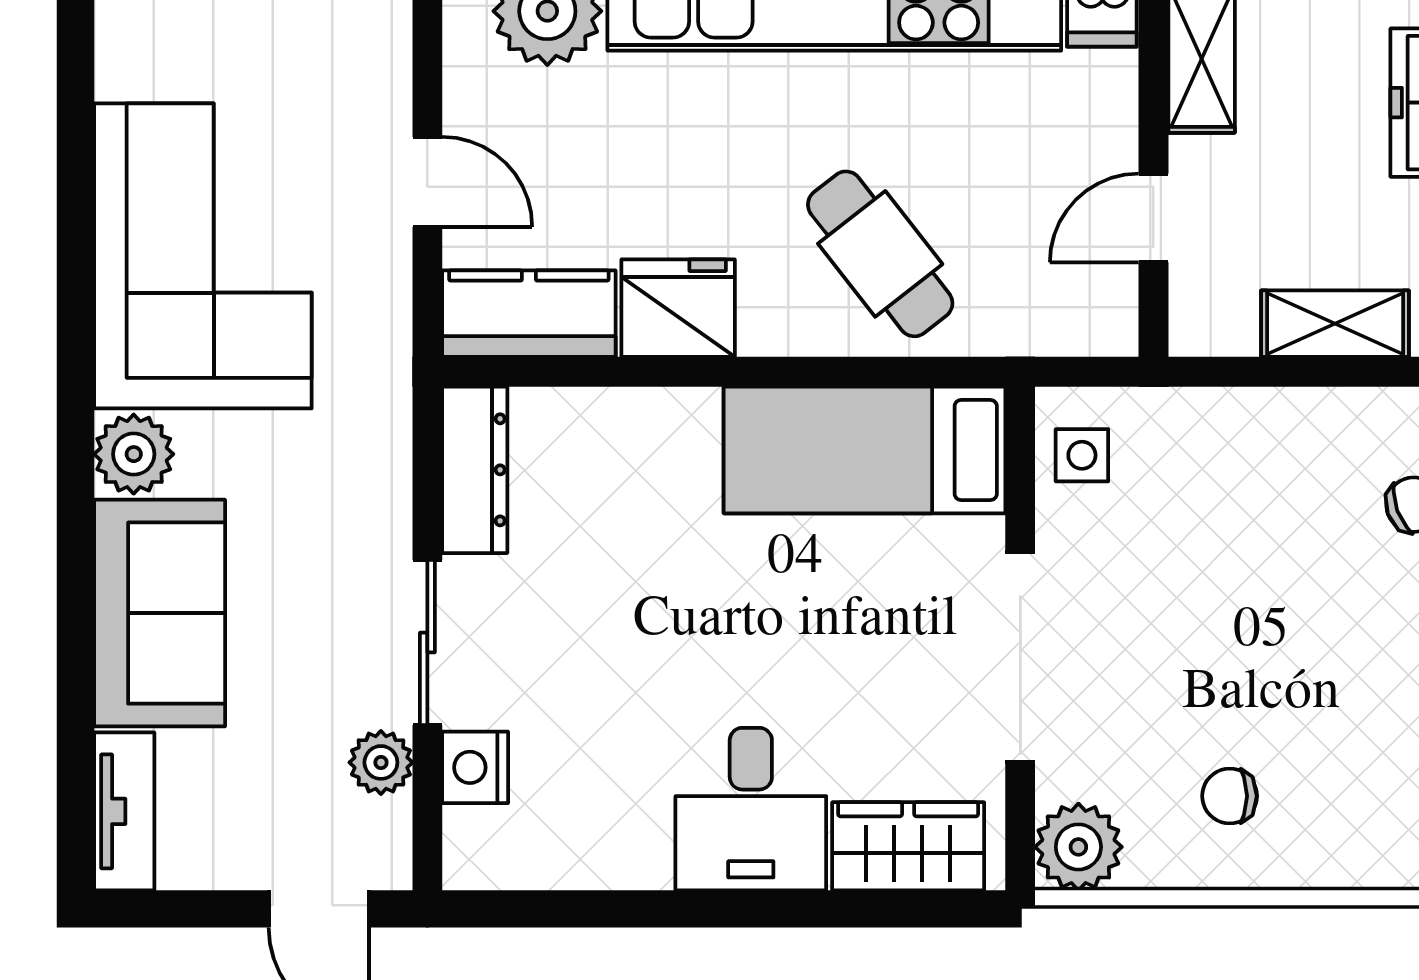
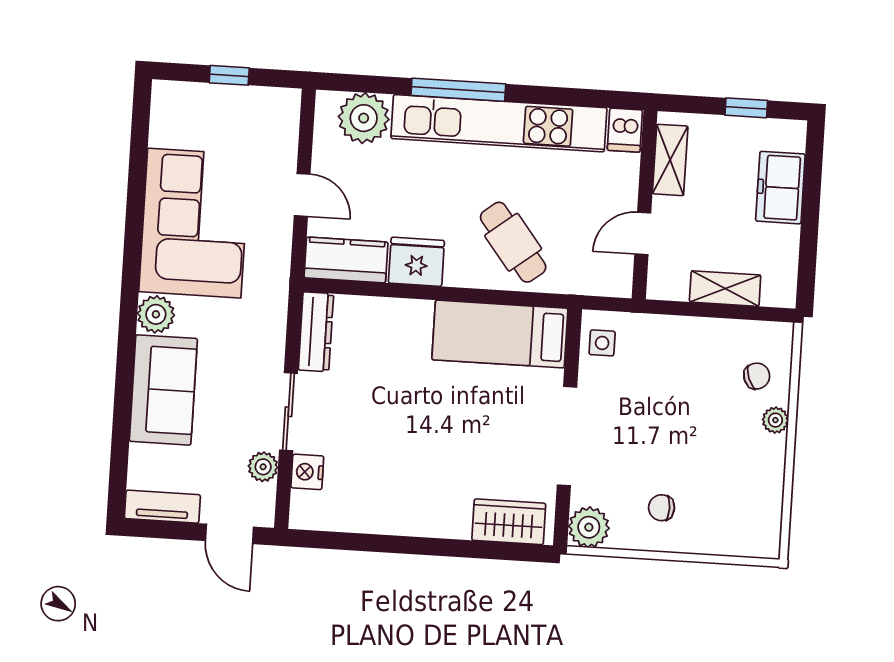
desk: (751, 809) -> (436, 500), removed
tv unit: (124, 811) -> (162, 507), moved, turned -90

